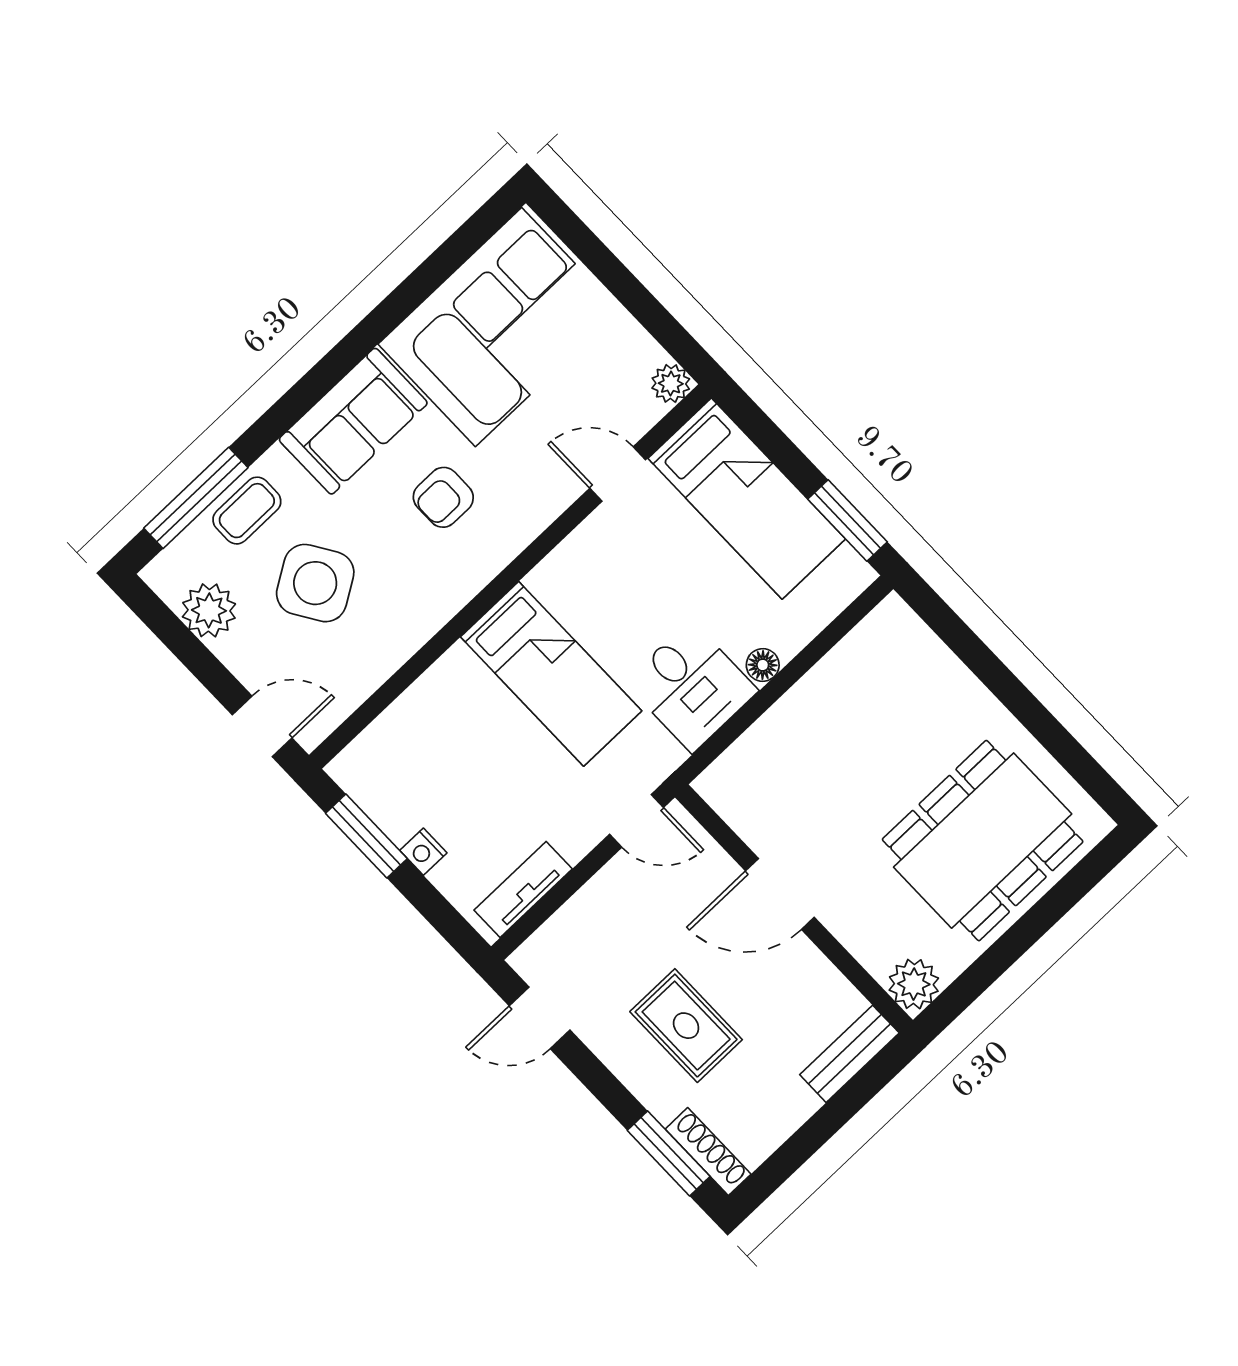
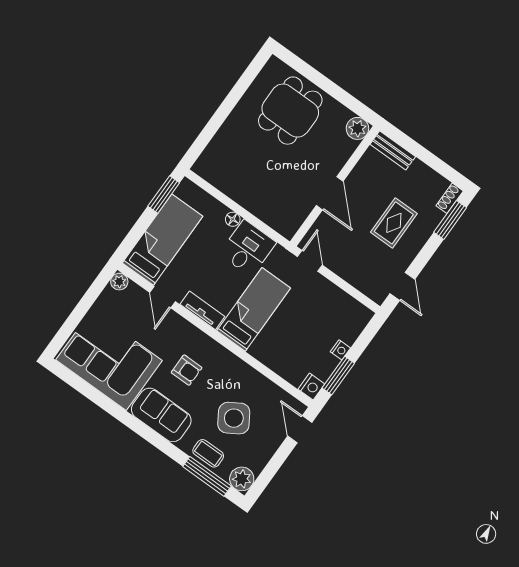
plant: (209, 610) -> (242, 479), moved
nightstand: (353, 771) -> (311, 387), added
dining table: (983, 841) -> (290, 111), width x0.73
tv unit: (523, 889) -> (202, 310), moved, turned 180
shoe rack: (708, 1152) -> (450, 198), width x0.70

